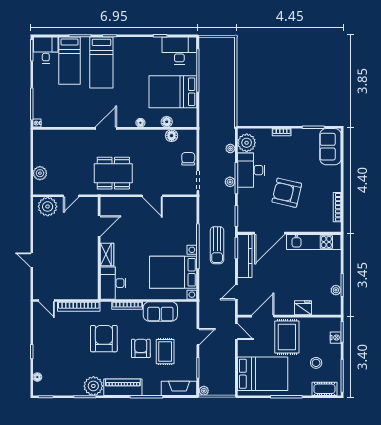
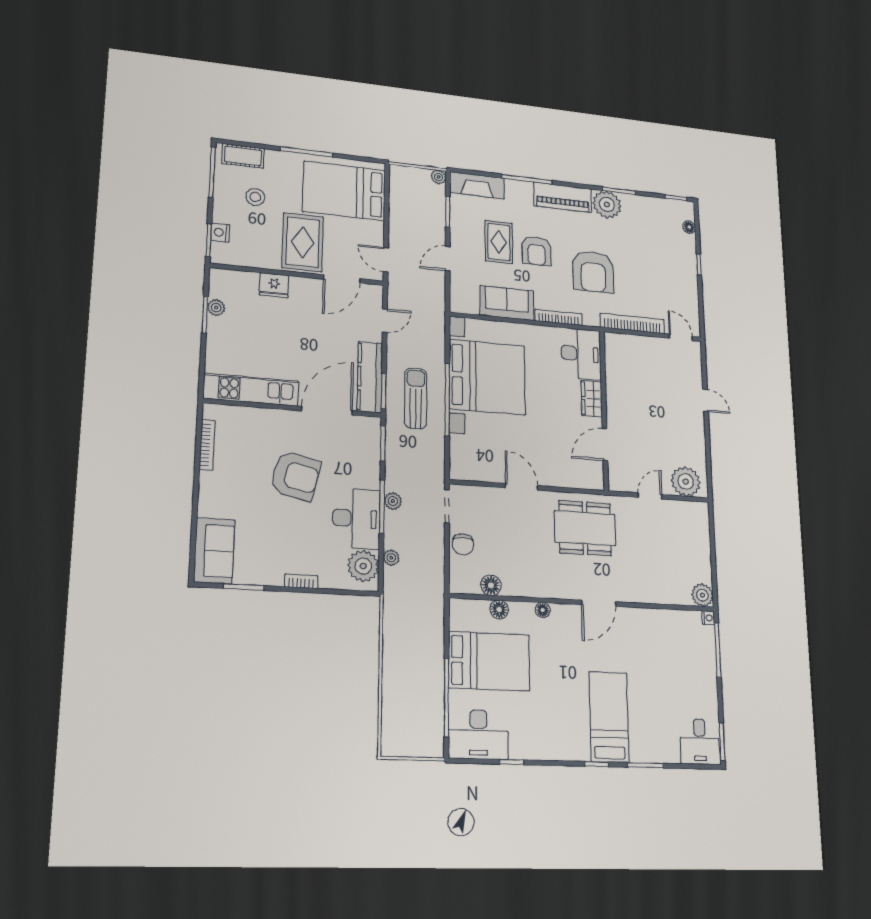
bed: (70, 61) -> (661, 722), removed
plant: (40, 173) -> (702, 595), moved
bed with nightstands: (173, 272) -> (487, 377), width x1.36

